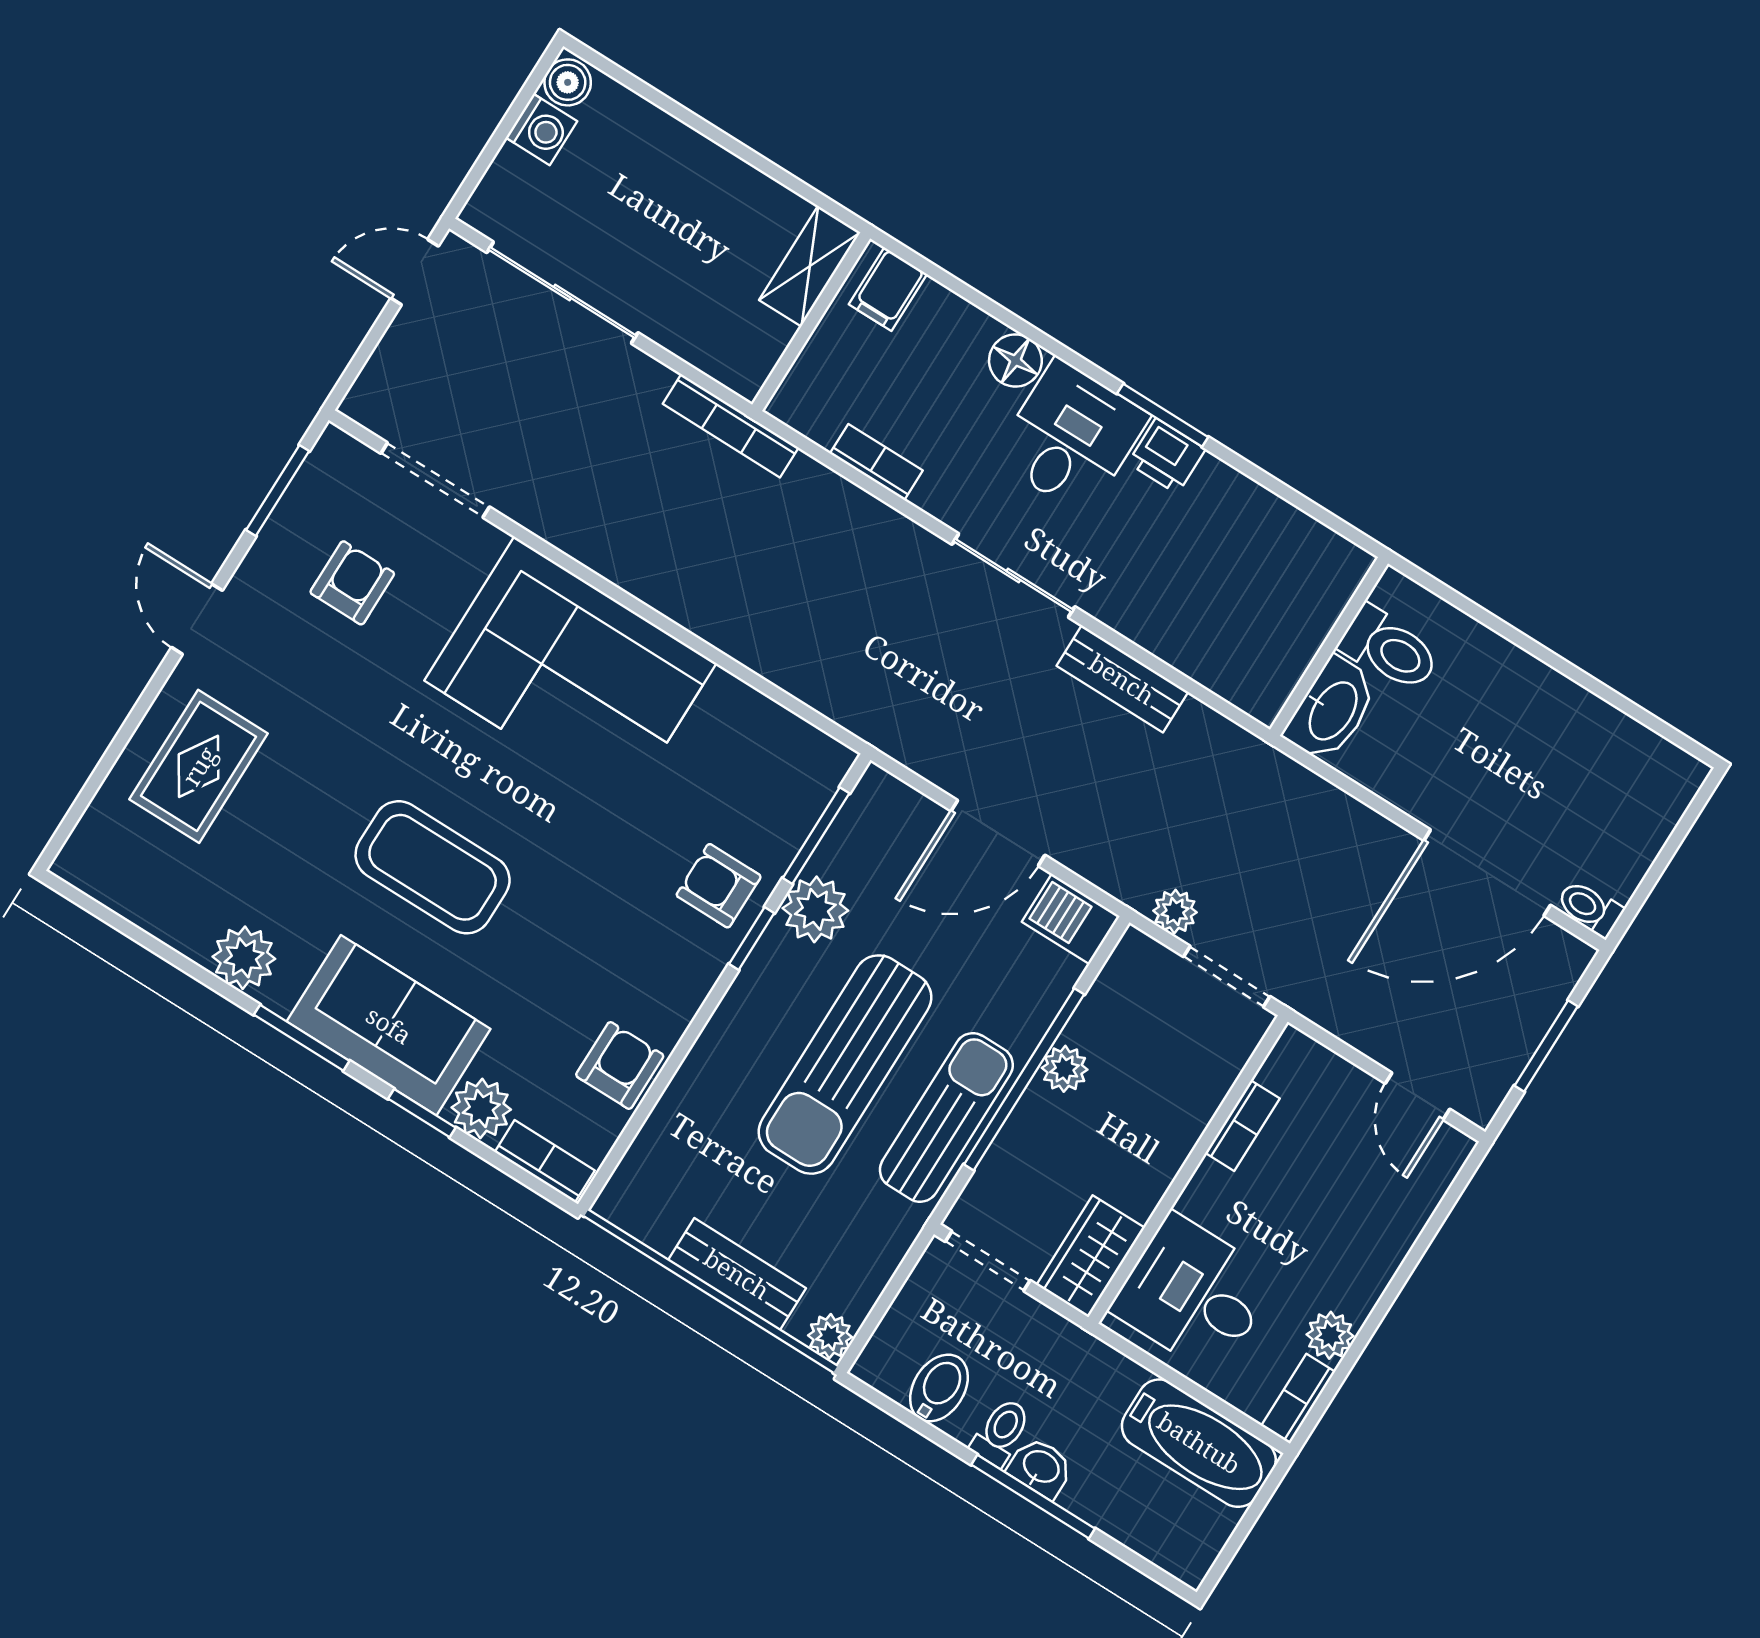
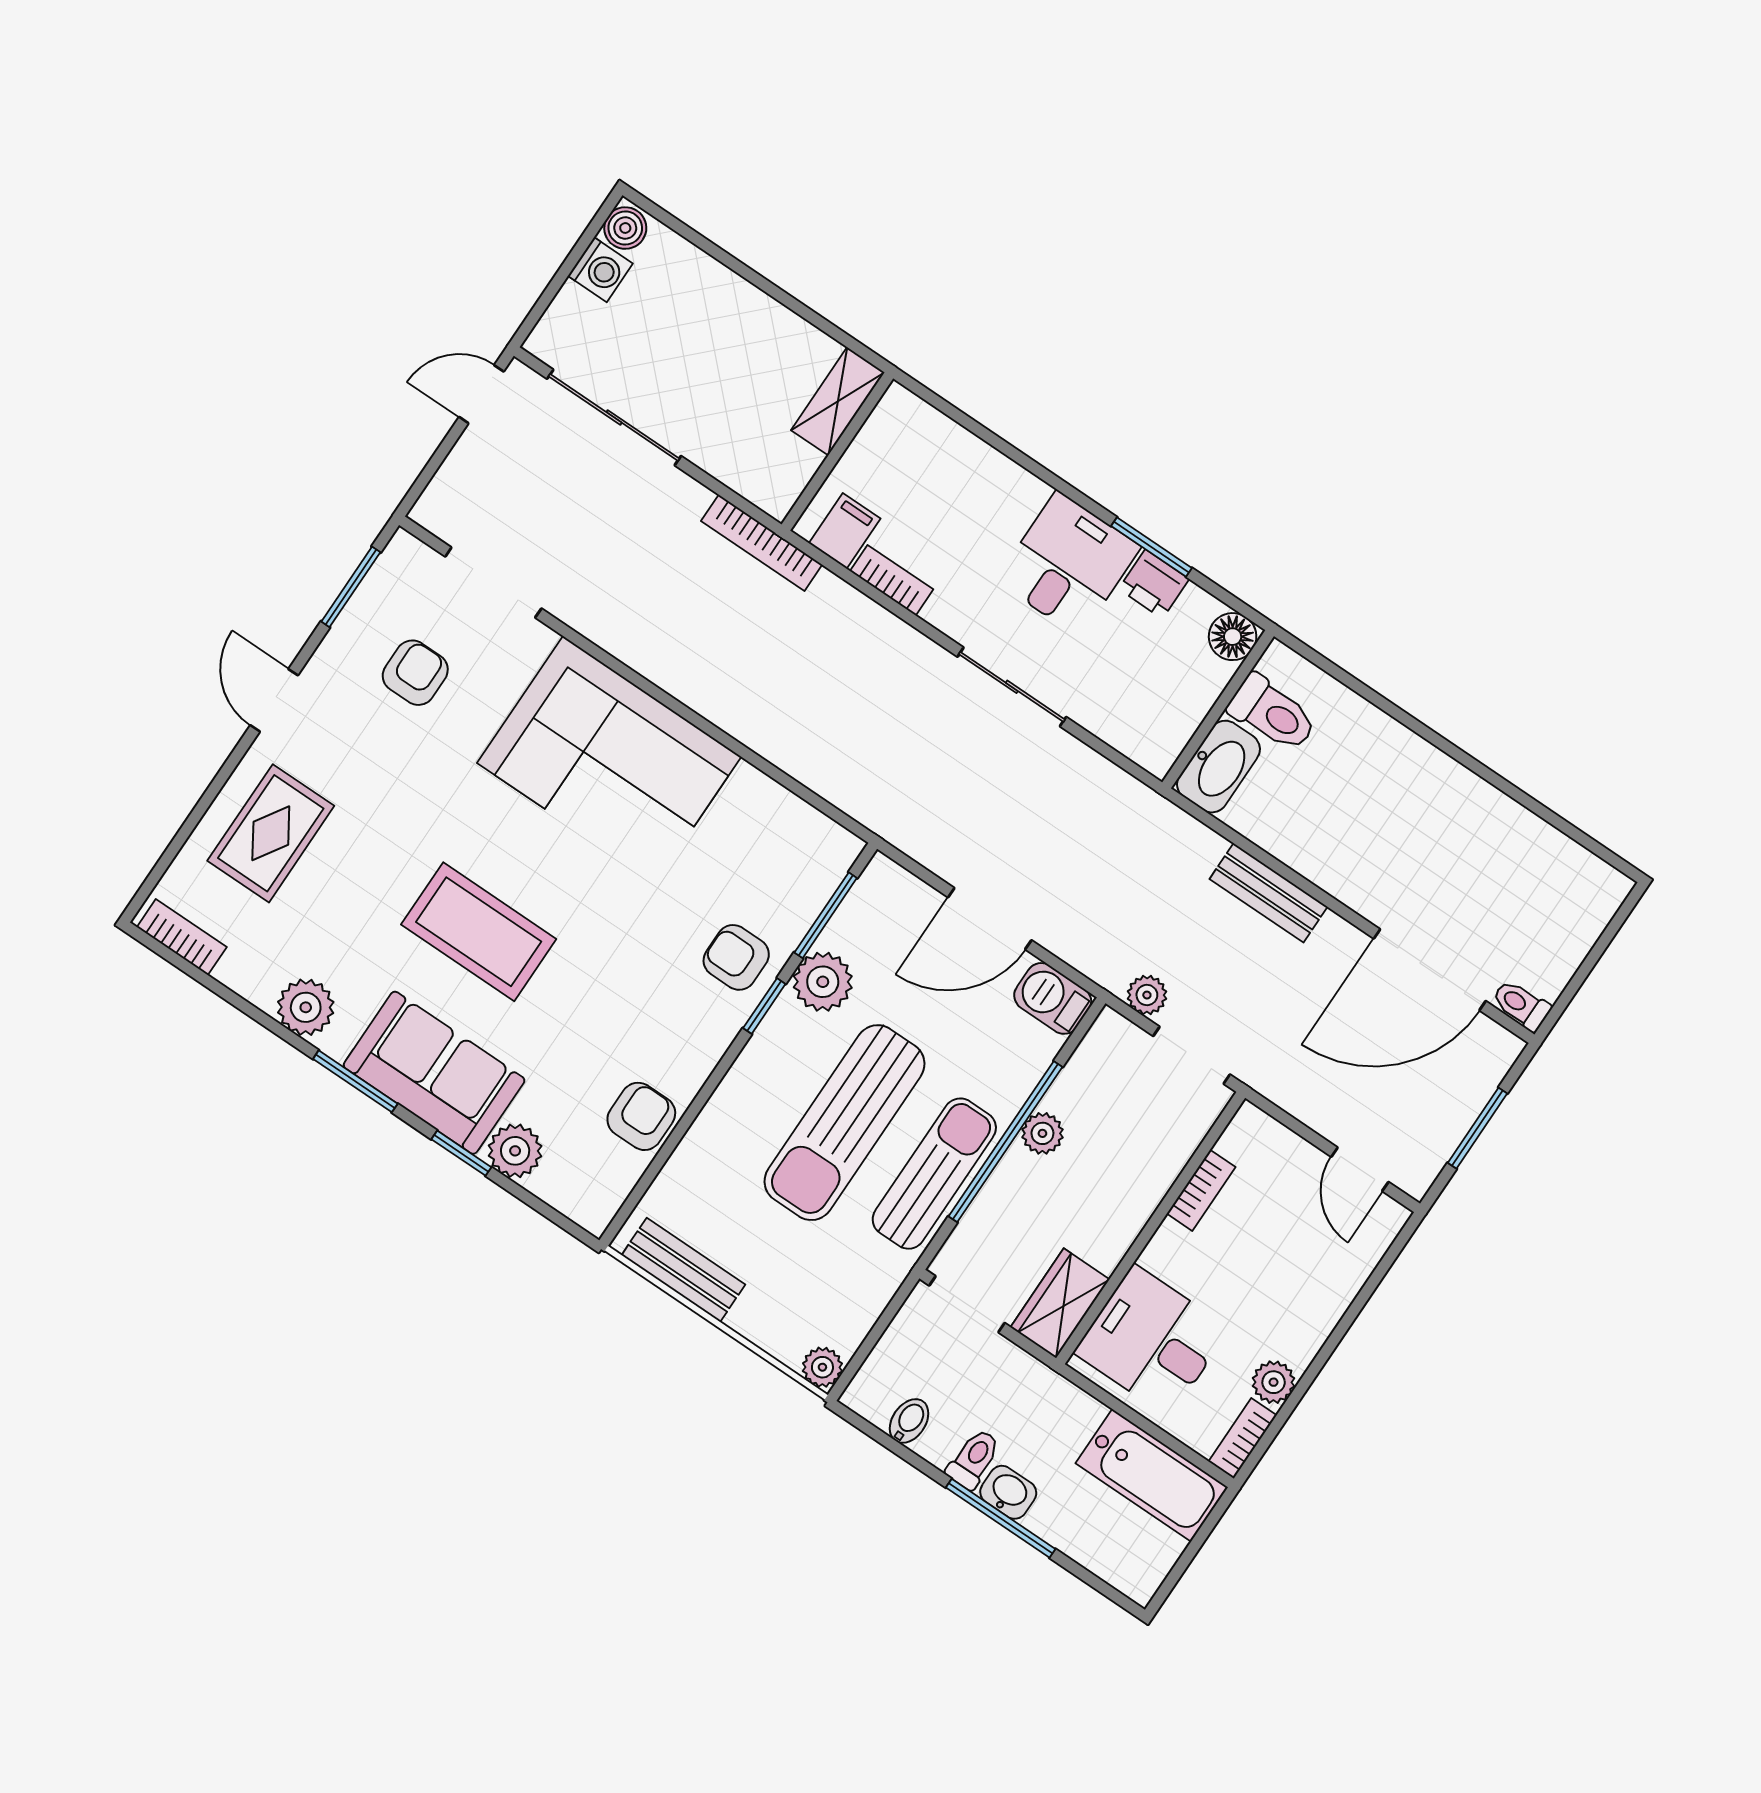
filing cabinet: (888, 289) -> (845, 531), moved, turned 180
floor lamp: (1015, 360) -> (1233, 637), moved
wall: (1329, 647) -> (1218, 709), moved
toilet: (1389, 649) -> (1272, 713), moved
bench: (1122, 679) -> (1268, 893), moved
washbasin: (1332, 710) -> (1218, 767), moved
bookcase: (545, 1161) -> (182, 937), moved
bench: (737, 1274) -> (683, 1270), moved
bidet: (939, 1388) -> (909, 1421), width x0.72, depth x0.74

